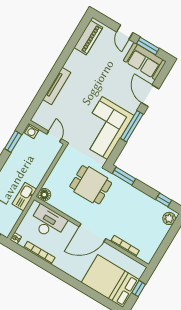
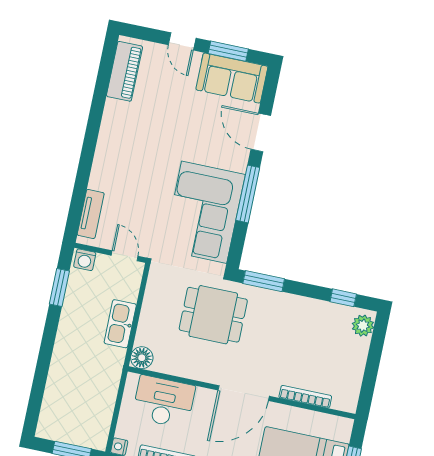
tv unit: (57, 86) -> (91, 214), moved, width x0.71
kitchen sink: (24, 197) -> (120, 324), moved

